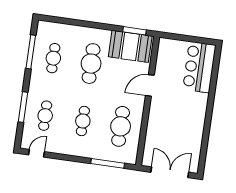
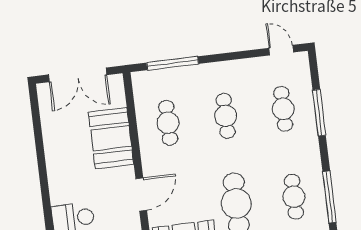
cafe table: (121, 126) -> (168, 123), width x0.73, depth x0.74
booth: (159, 126) -> (111, 138), added
door: (36, 153) -> (281, 50), swing flipped

